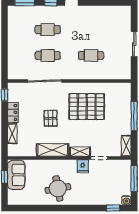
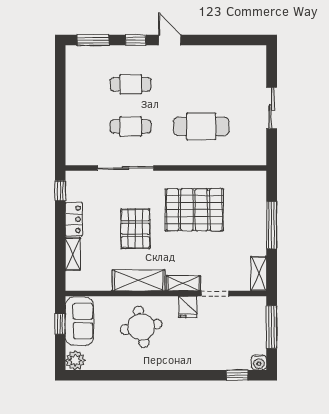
cafe table: (91, 55) -> (201, 126), width x1.37, depth x1.35
pallet: (51, 118) -> (135, 229), width x1.50, depth x1.42
round table: (58, 189) -> (141, 327), moved
plant: (14, 199) -> (75, 360), added

